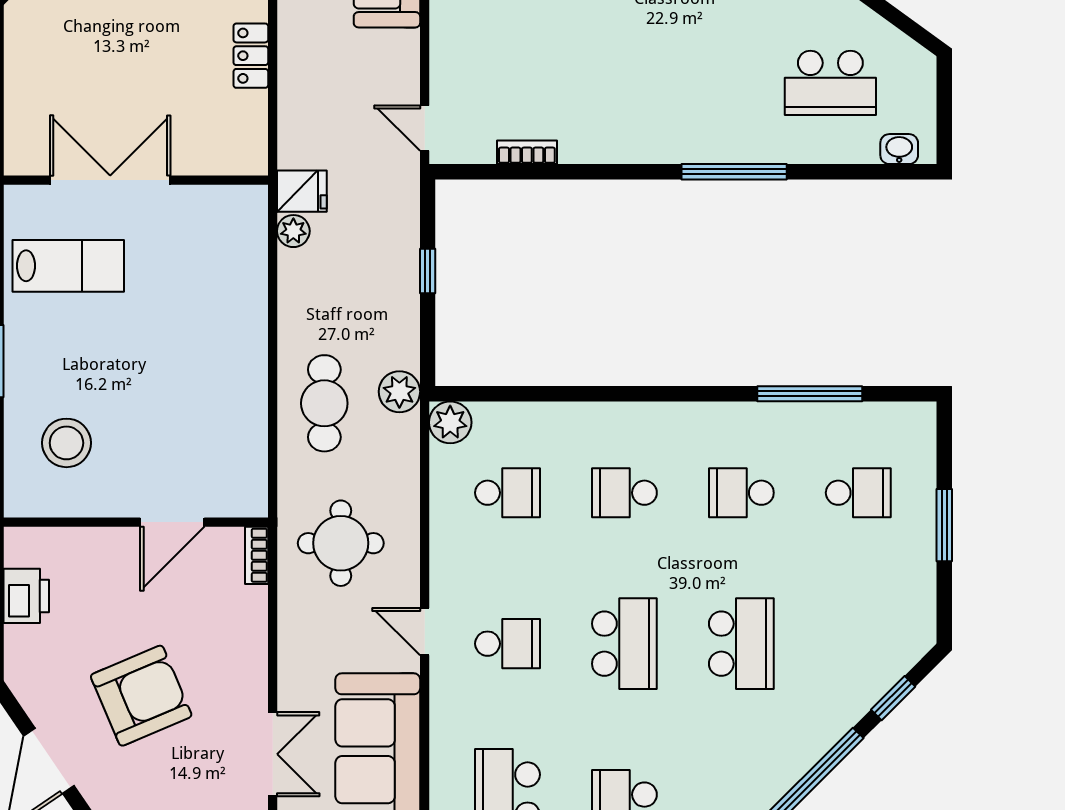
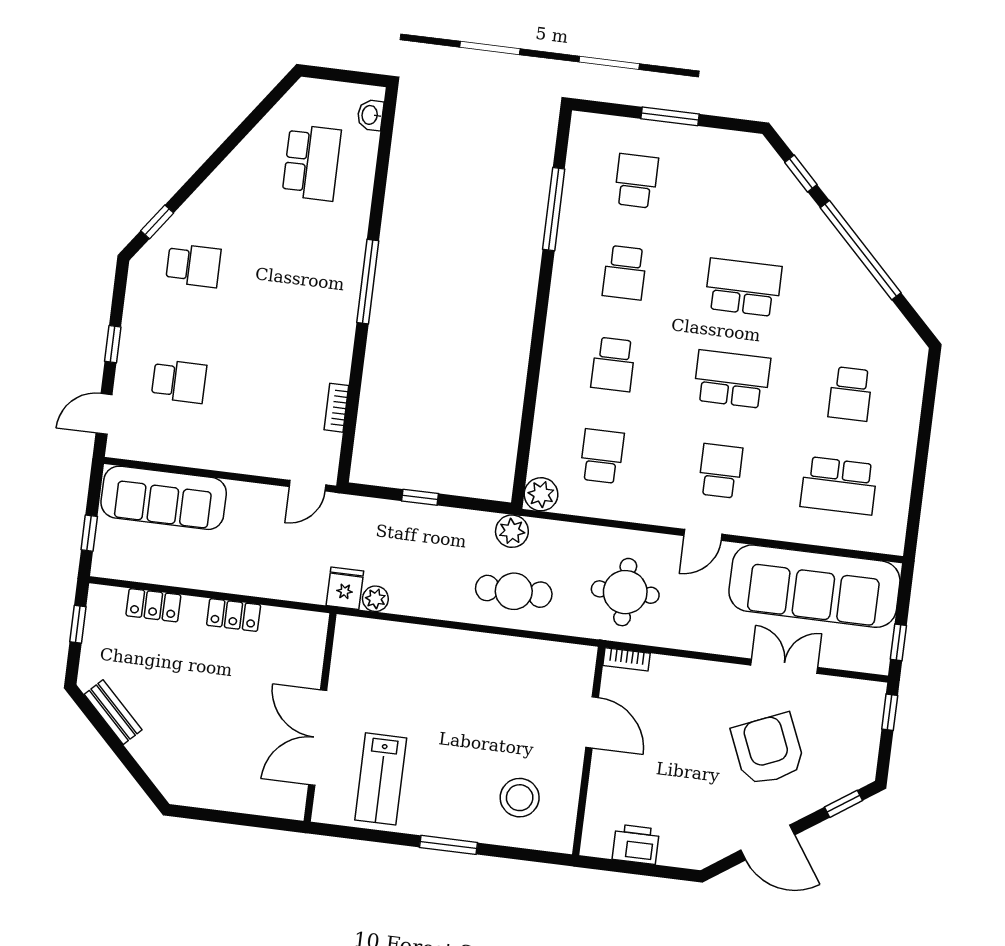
window: (734, 172) -> (368, 282), moved
lab bench: (68, 266) -> (381, 779), turned 180
armchair: (141, 696) -> (768, 750), moved

